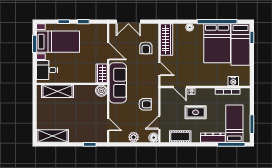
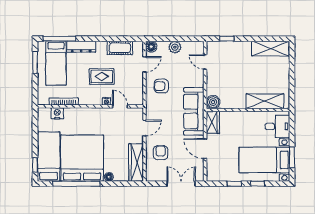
bed: (217, 43) -> (82, 158), width x1.36
door: (159, 69) -> (144, 128), swing flipped

